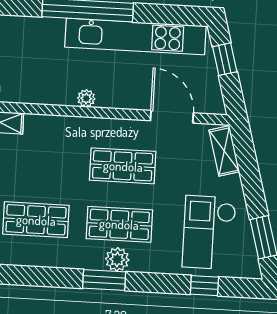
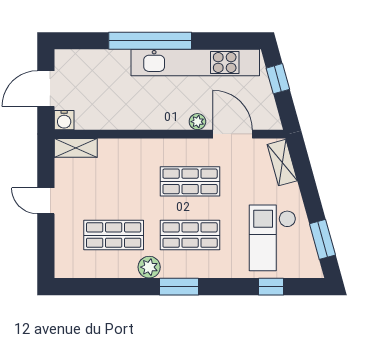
plant: (86, 98) -> (197, 122), moved
plant: (117, 259) -> (149, 267), moved

